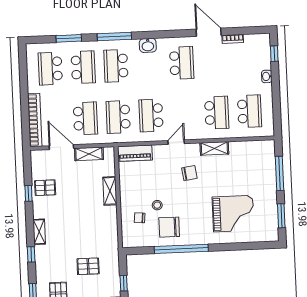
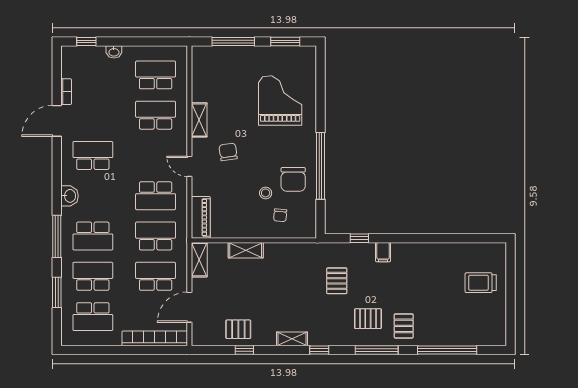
school desk: (118, 117) -> (156, 236), turned 180
shelving: (89, 154) -> (199, 260), moved
pallet: (45, 188) -> (238, 329), turned 90

